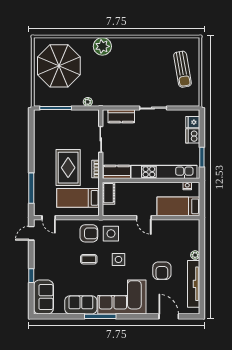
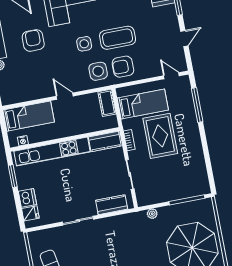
cot: (108, 193) -> (107, 103), moved
door: (31, 233) -> (184, 38), moved
coffee table: (89, 259) -> (118, 38), width x1.86, depth x1.72

